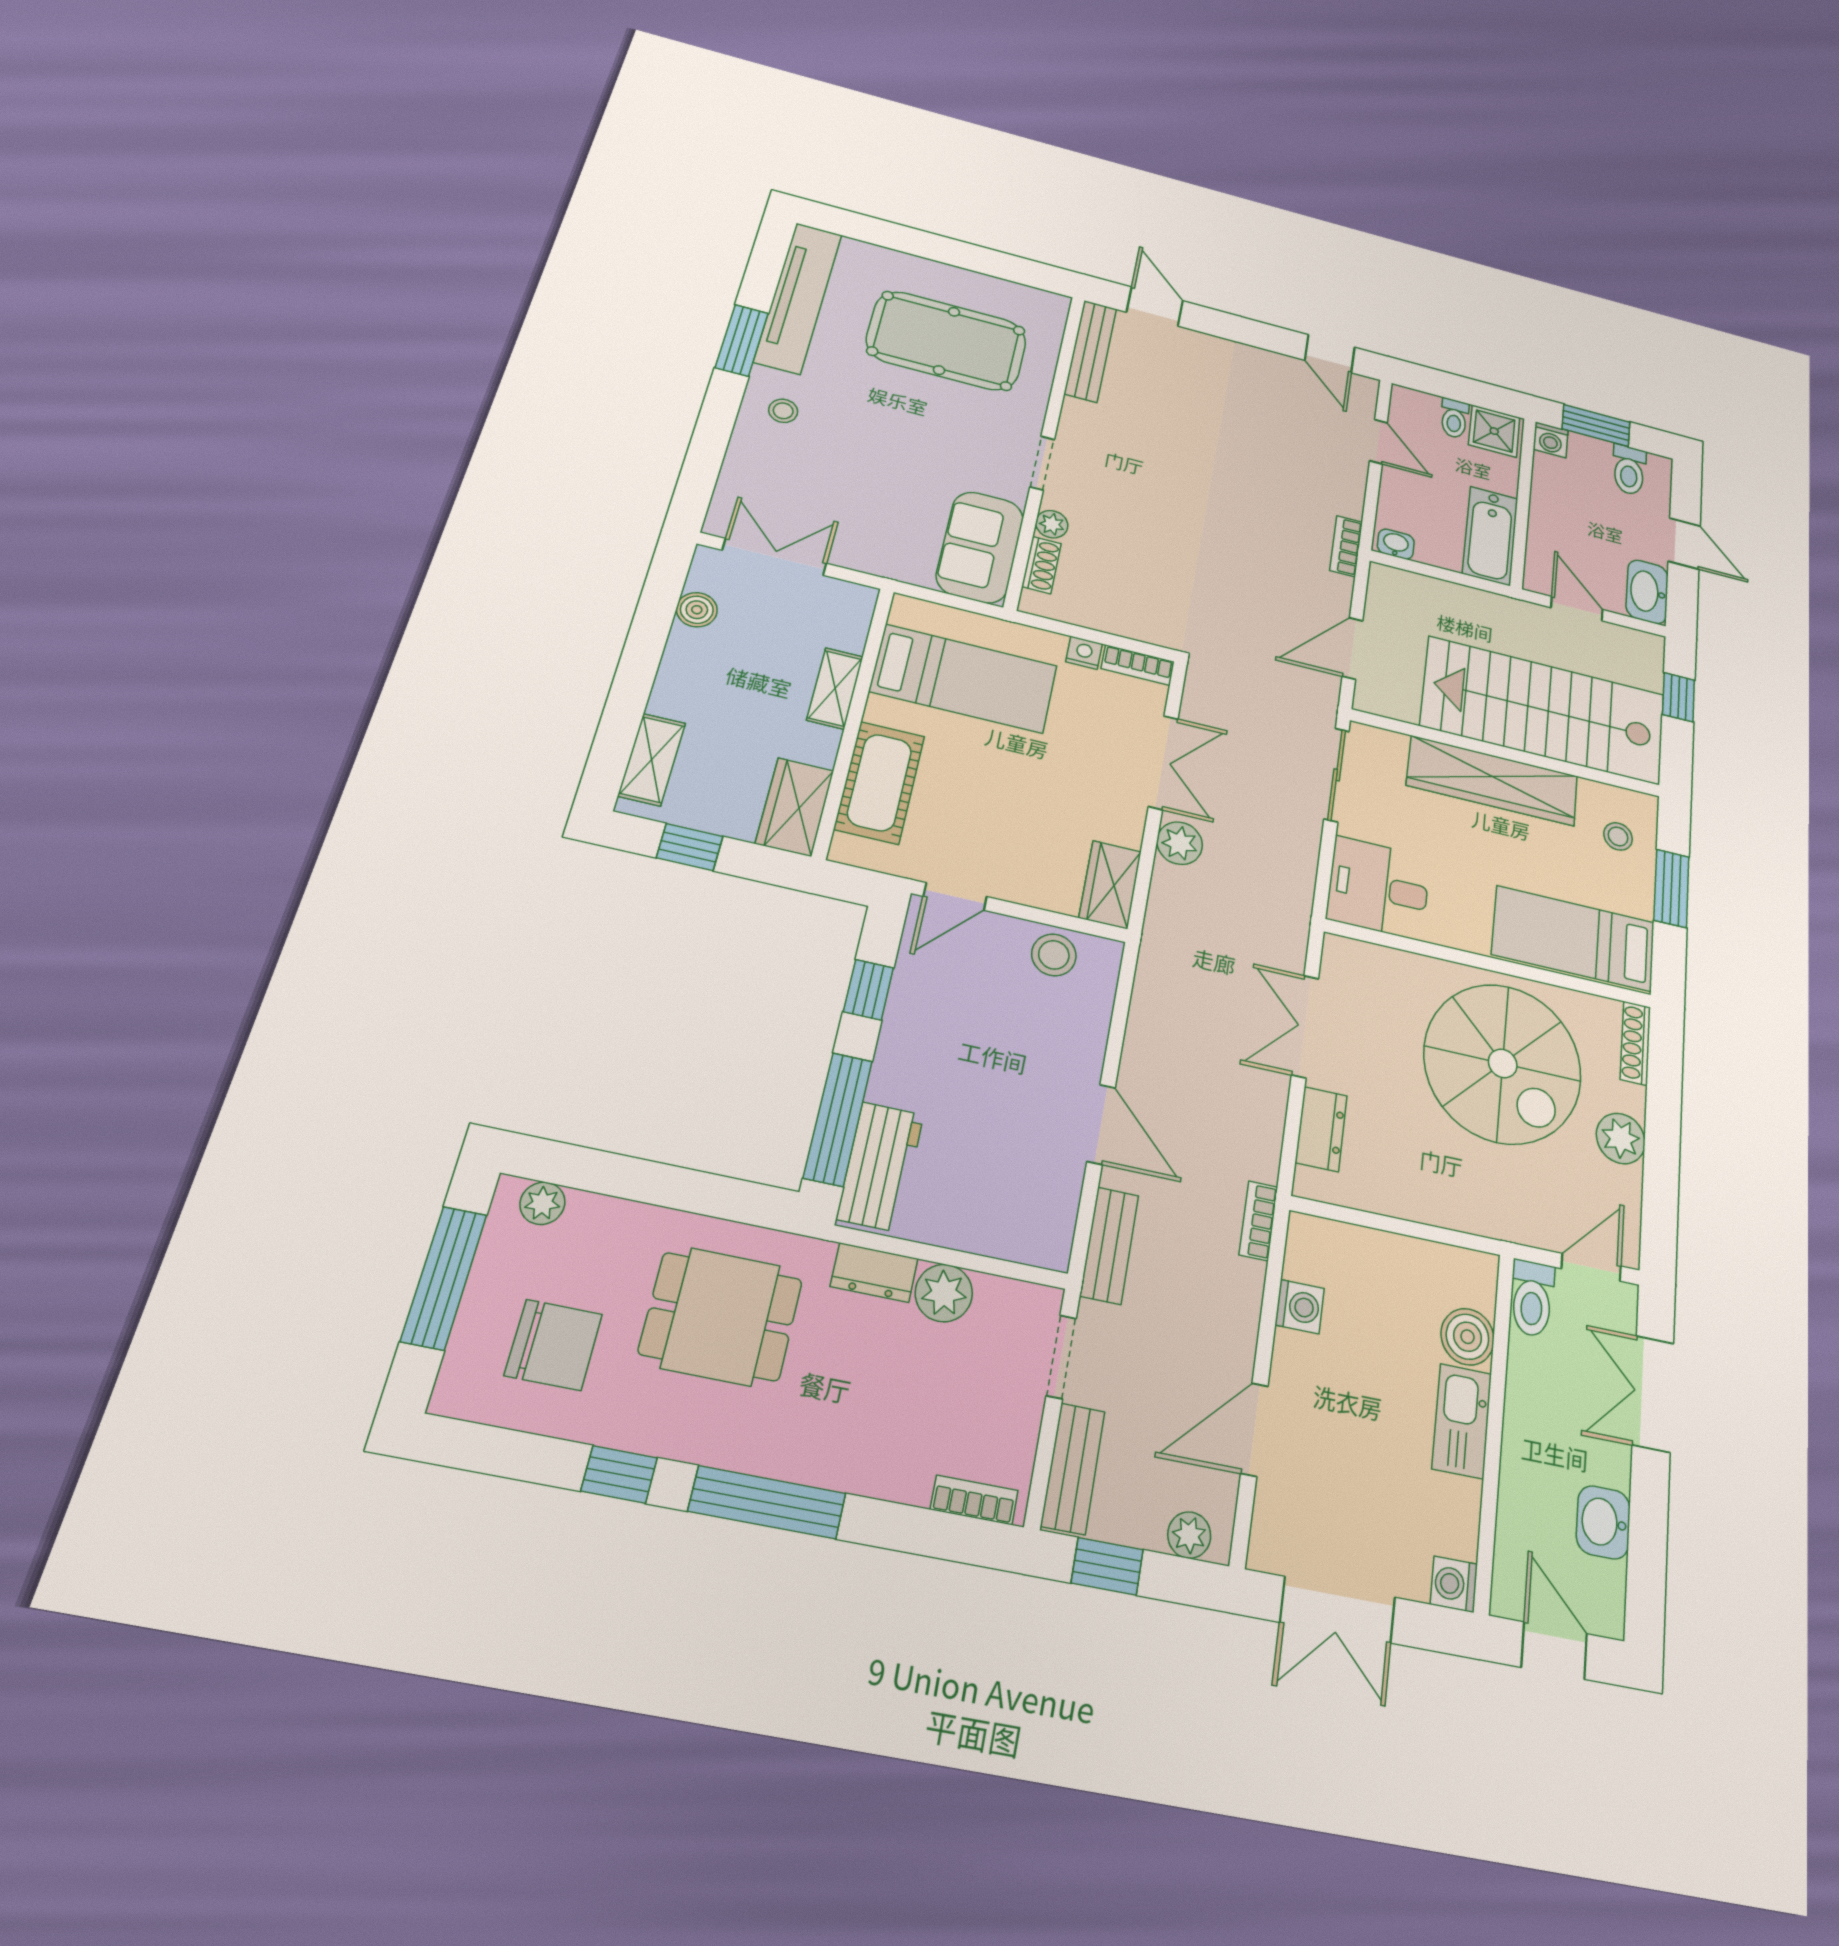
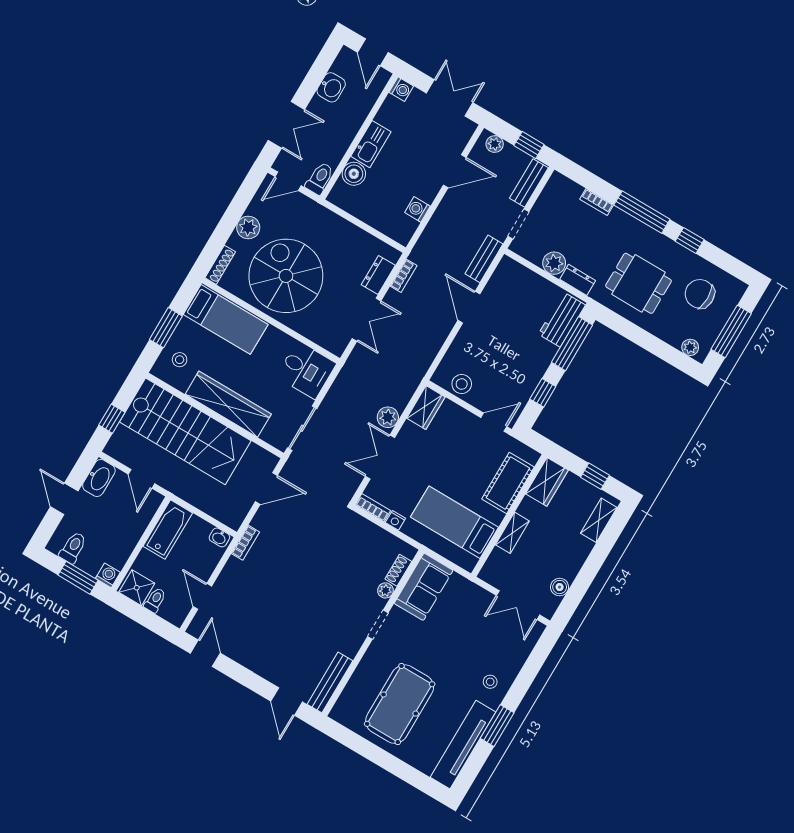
pool table: (947, 341) -> (400, 704), turned 90
bookcase: (1258, 1221) -> (403, 276), moved
bookcase: (974, 1500) -> (597, 202), moved

